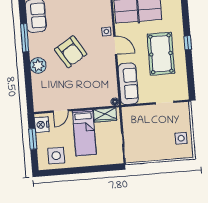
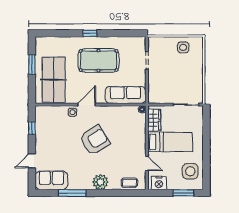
armchair: (71, 52) -> (95, 140), moved
coffee table: (40, 95) -> (129, 183), added
window: (33, 139) -> (183, 193), moved

